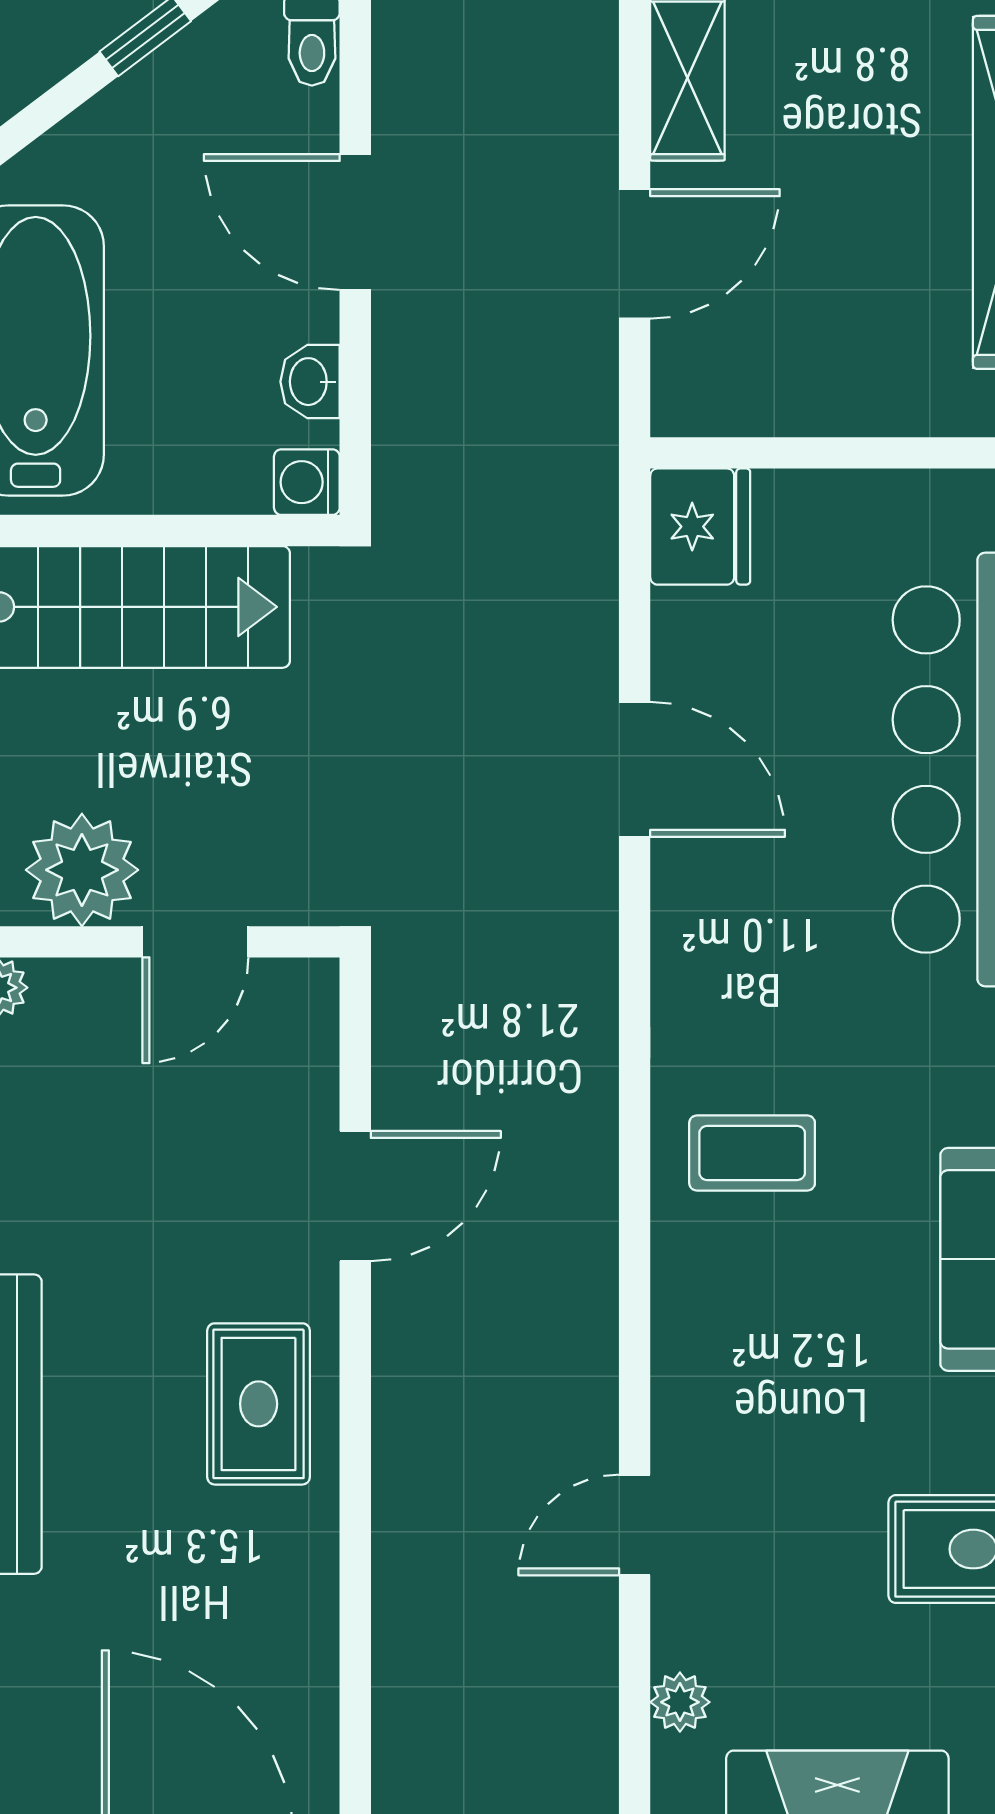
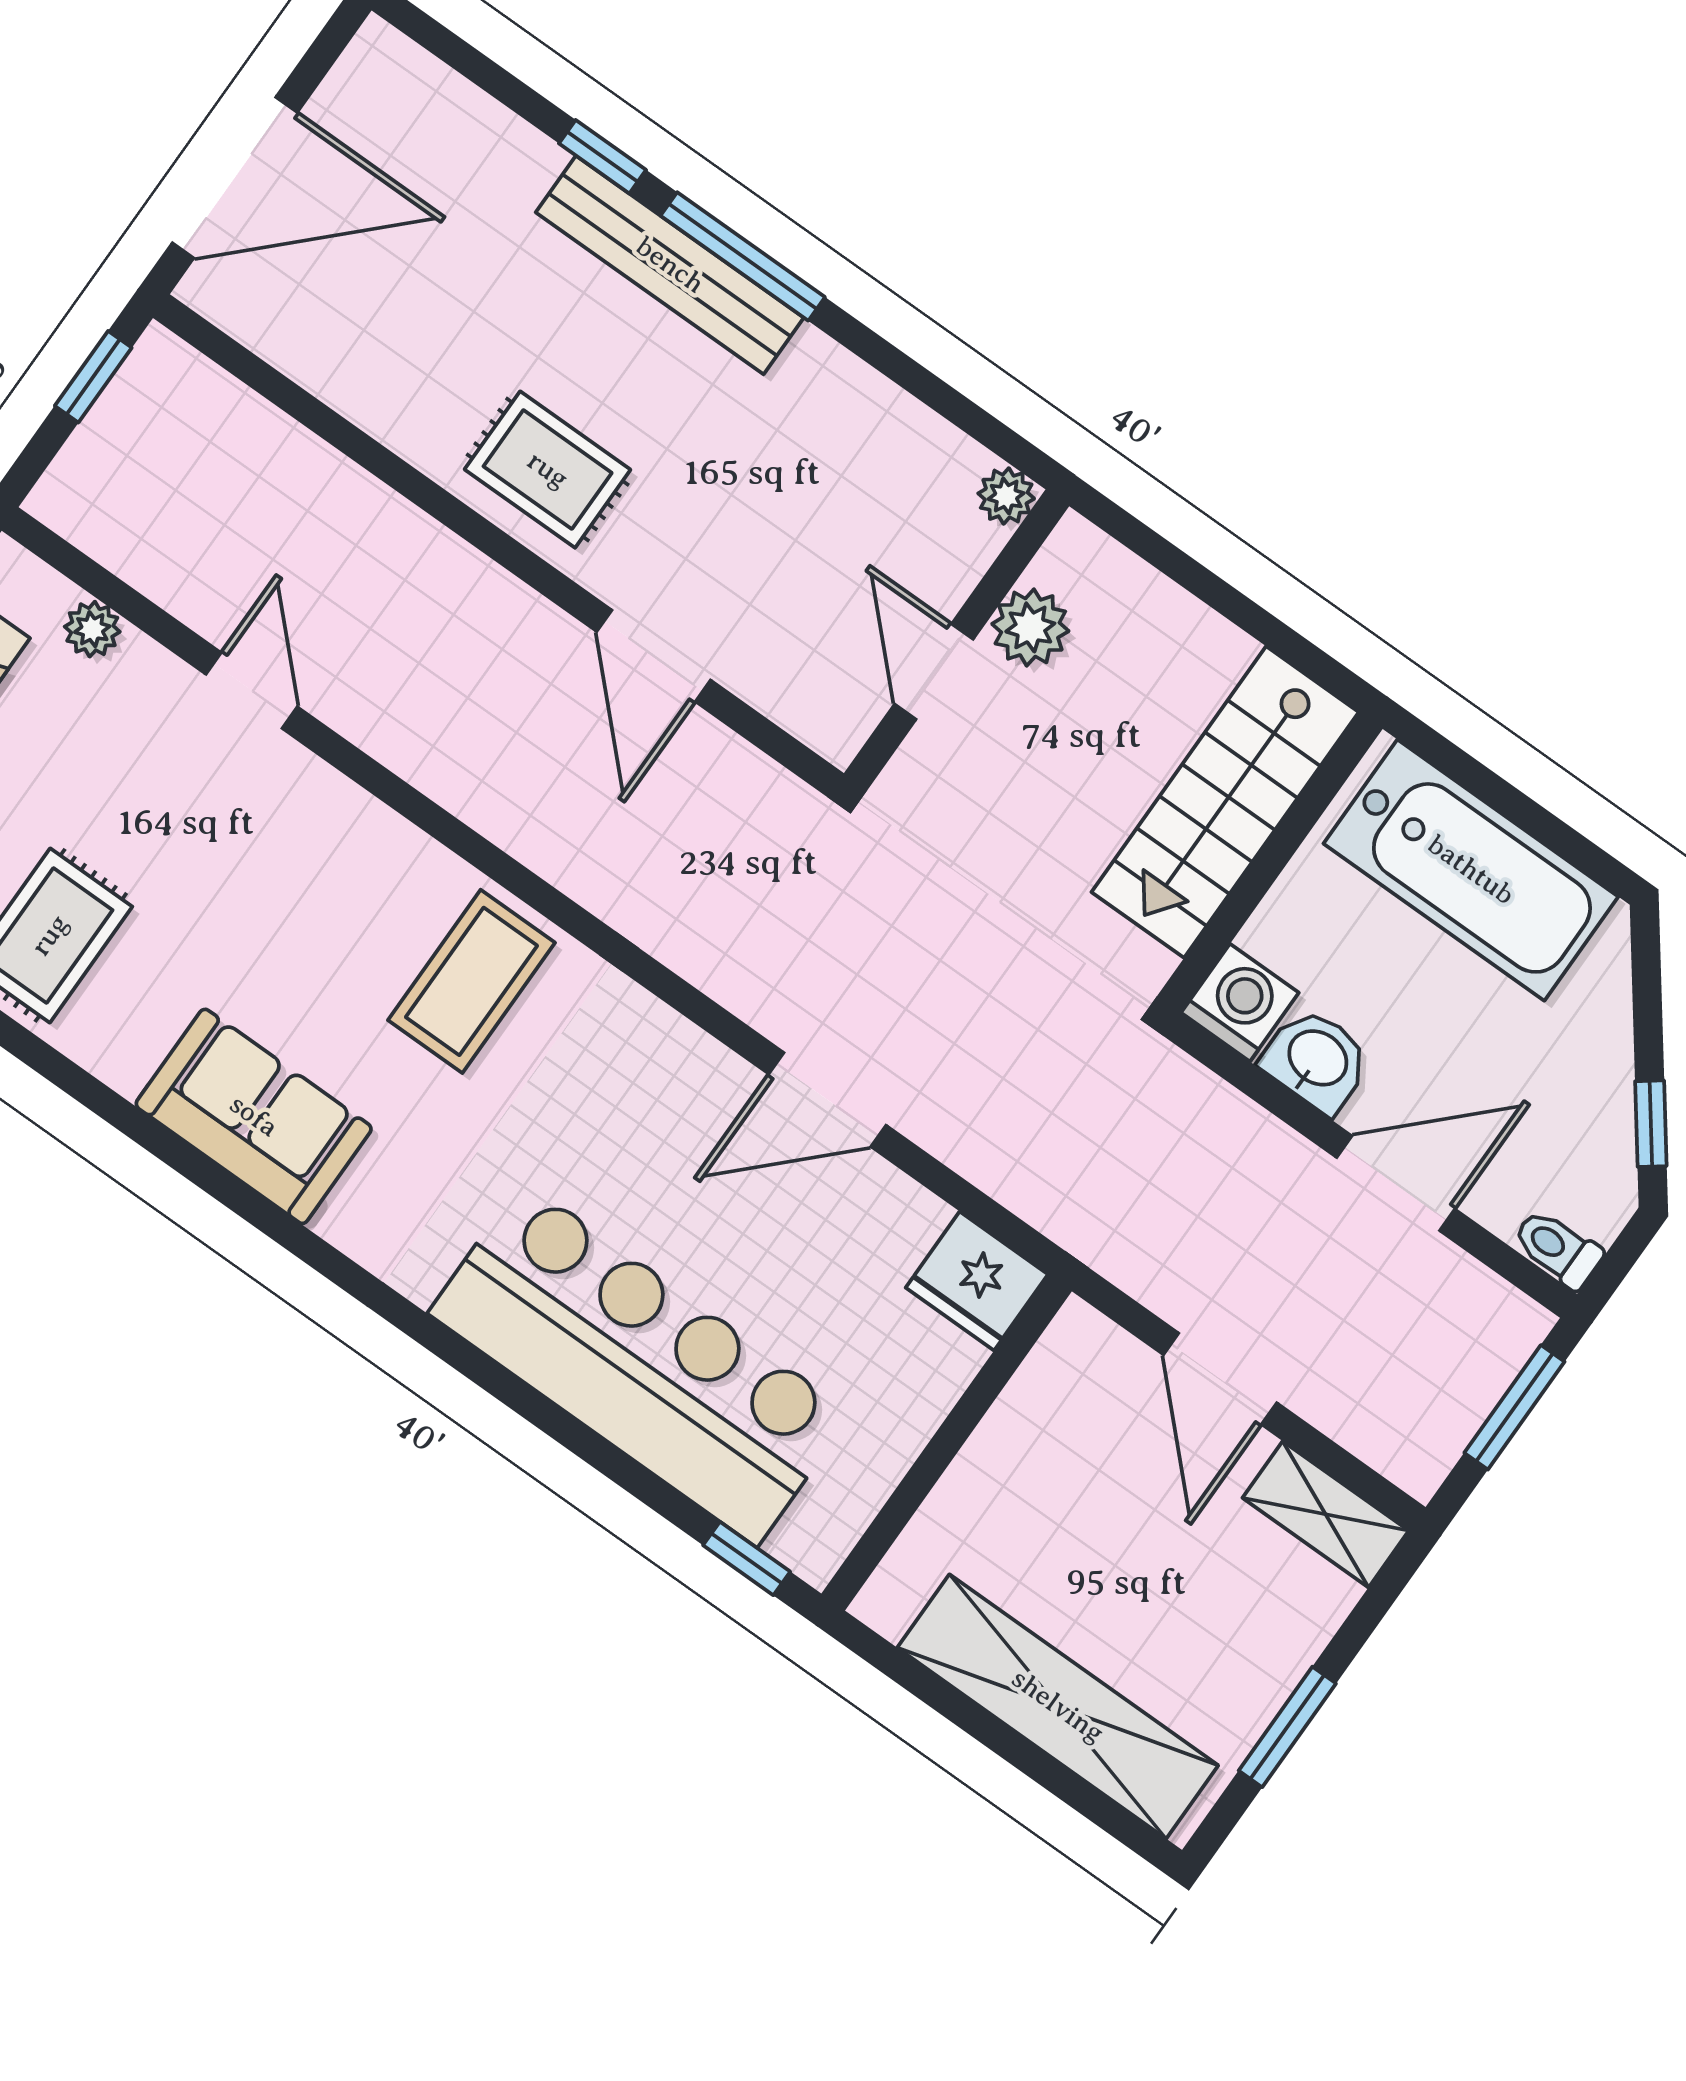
washbasin: (310, 382) -> (1316, 1060), width x1.38, depth x1.45
washing machine: (307, 482) -> (1240, 1003), width x1.38, depth x1.38
plant: (82, 870) -> (1030, 627), width x0.73, depth x0.73
coffee table: (752, 1153) -> (472, 981), width x1.36, depth x1.30

